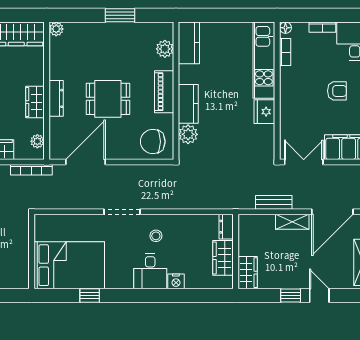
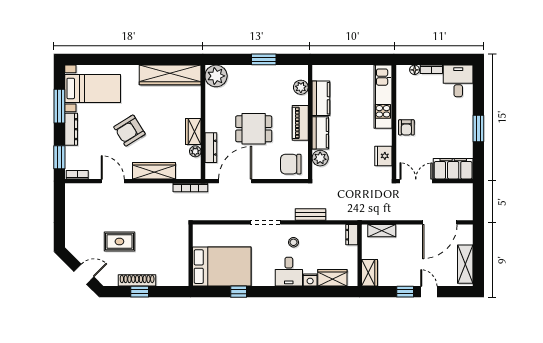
floor lamp: (285, 28) -> (415, 70), moved
plant: (56, 29) -> (216, 76), width x1.87, depth x1.87
kitchen counter: (189, 43) -> (321, 98), moved
bookcase: (285, 52) -> (401, 90), removed
armchair: (337, 91) -> (406, 127), moved, turned 90
dresser: (56, 98) -> (211, 148), moved
fridge: (264, 112) -> (383, 156), moved
plant: (37, 141) -> (195, 151), moved
bench: (274, 202) -> (311, 215), moved
shelving: (292, 222) -> (382, 231), moved
wardrobe: (223, 258) -> (332, 278), moved, turned 90

